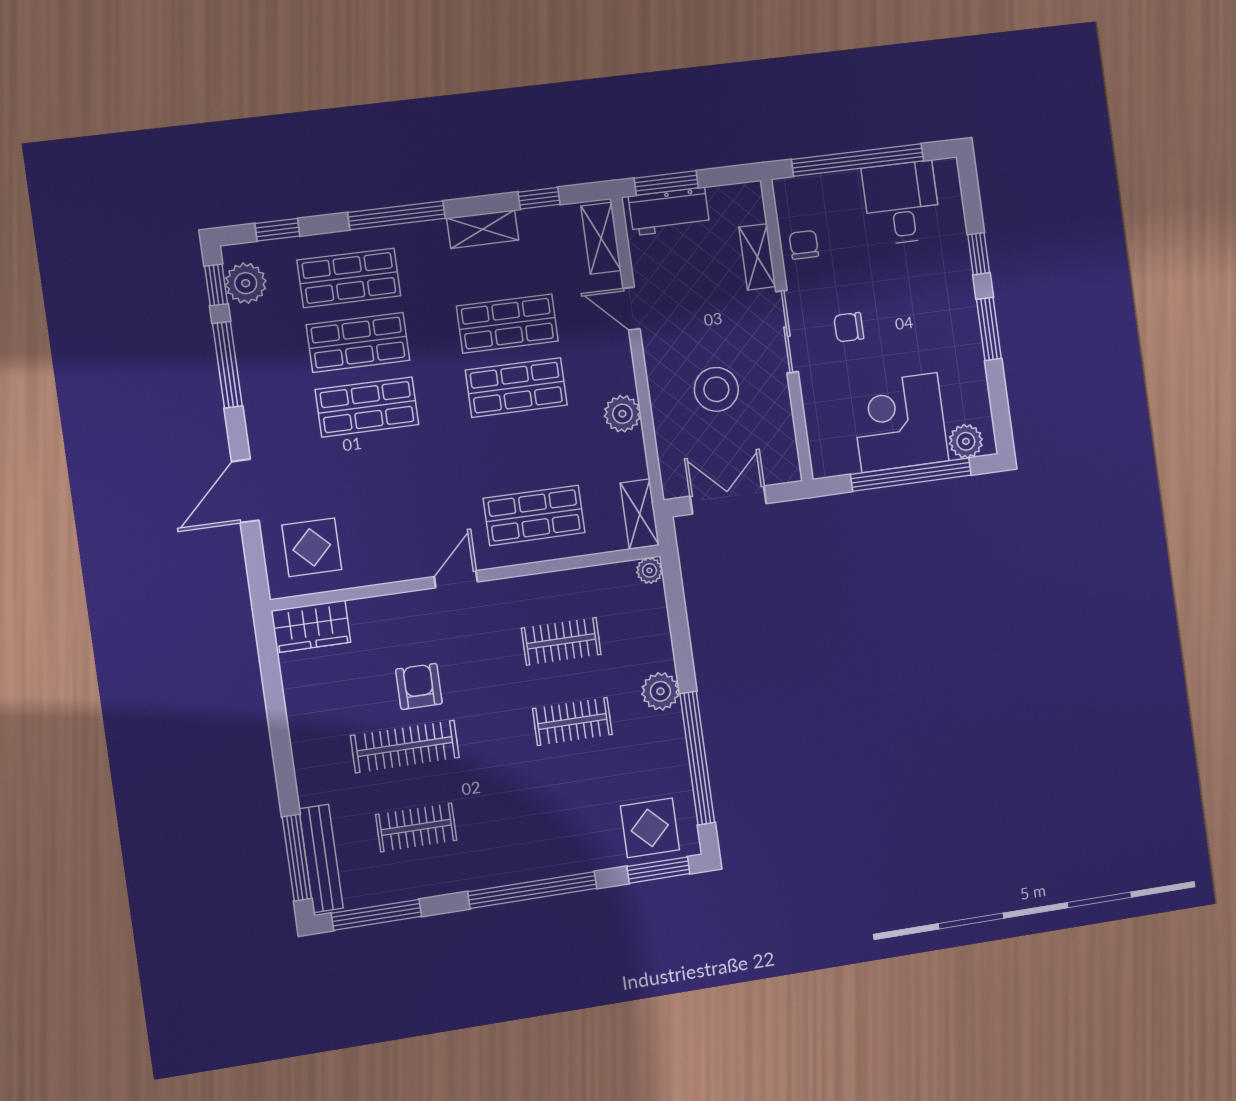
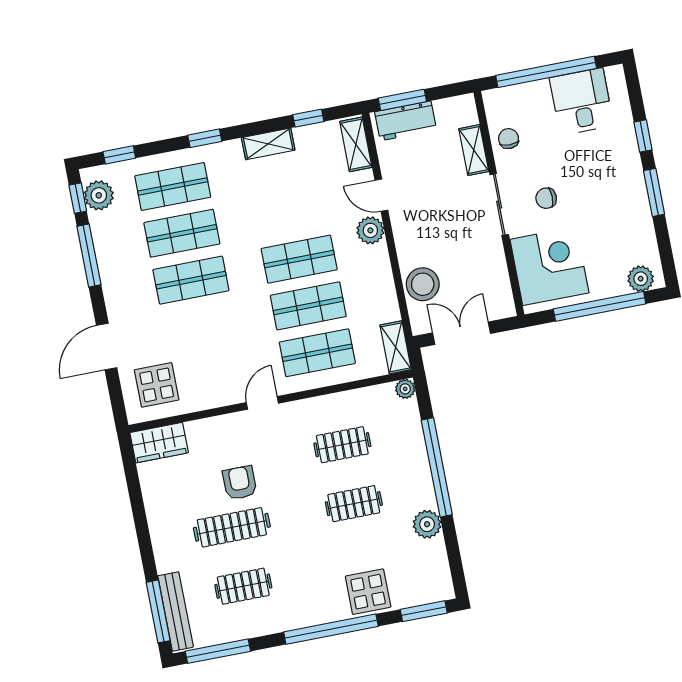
window: (397, 215) -> (205, 138), width x0.46
shop shelf: (507, 324) -> (308, 306), moved
stool: (716, 389) -> (423, 284), moved
plant: (622, 414) -> (370, 230), moved
corner desk: (900, 423) -> (549, 266), moved, turned 90
plant: (660, 691) -> (427, 524), moved
window: (697, 758) -> (437, 467), moved
display table: (650, 828) -> (368, 592), moved

